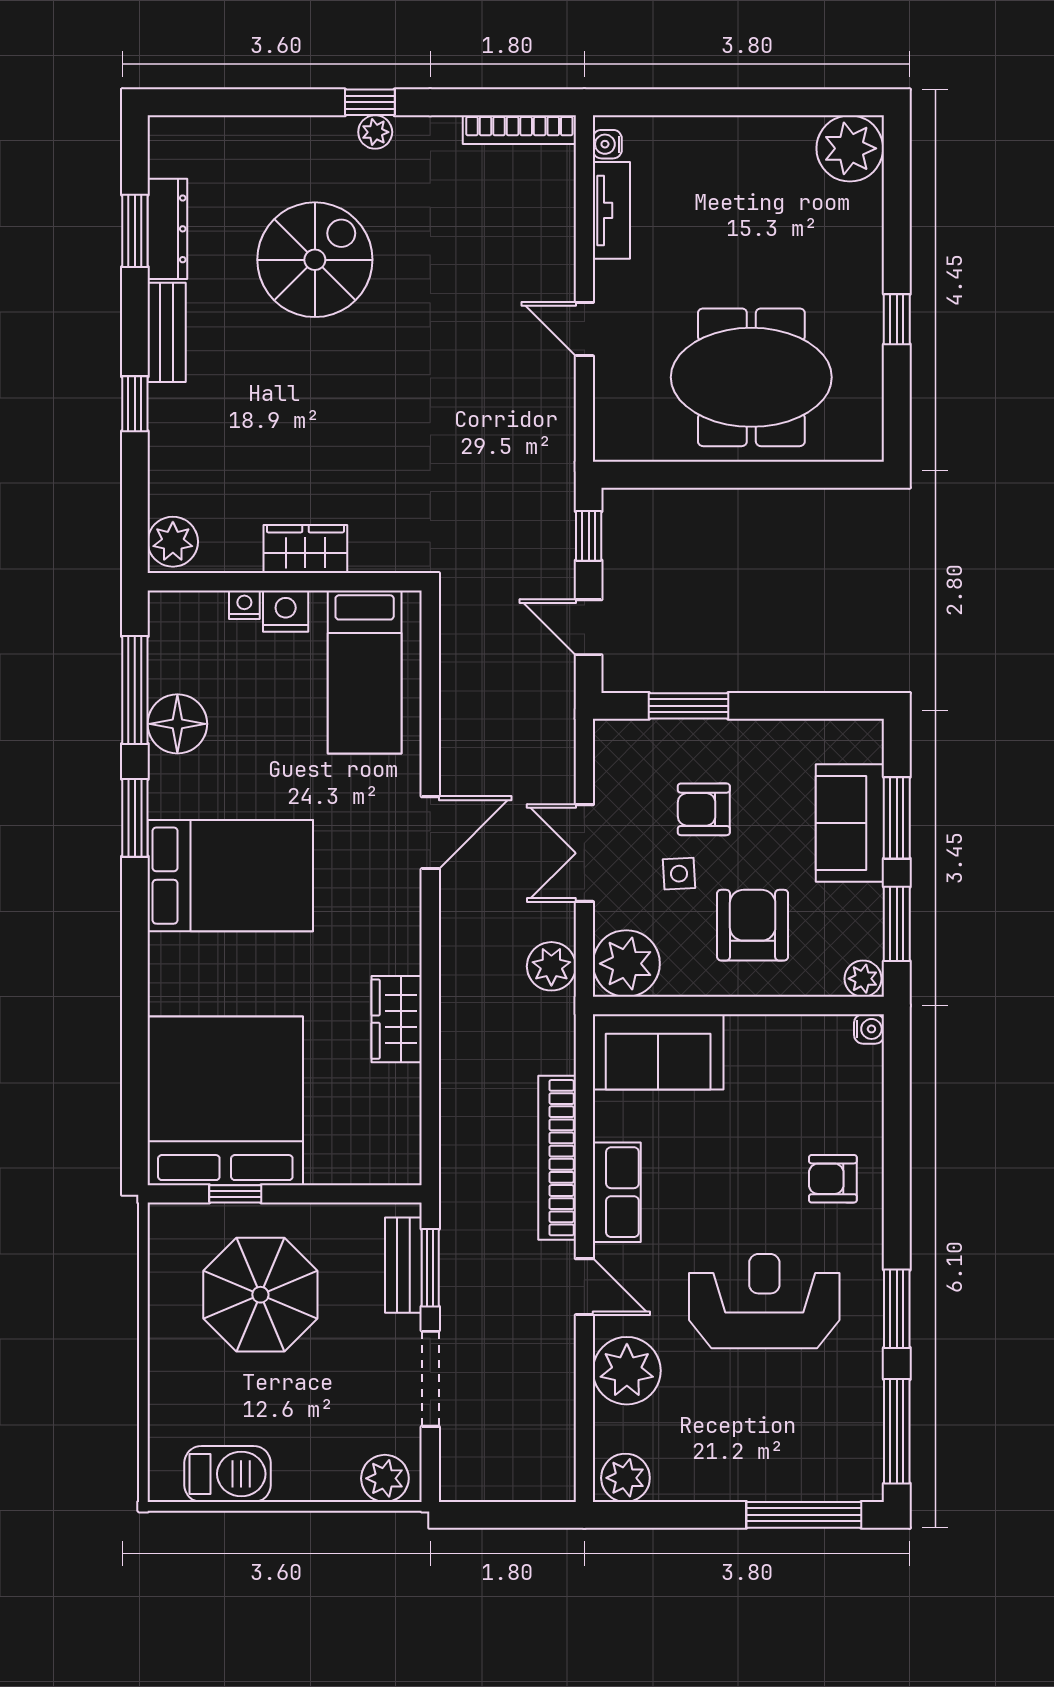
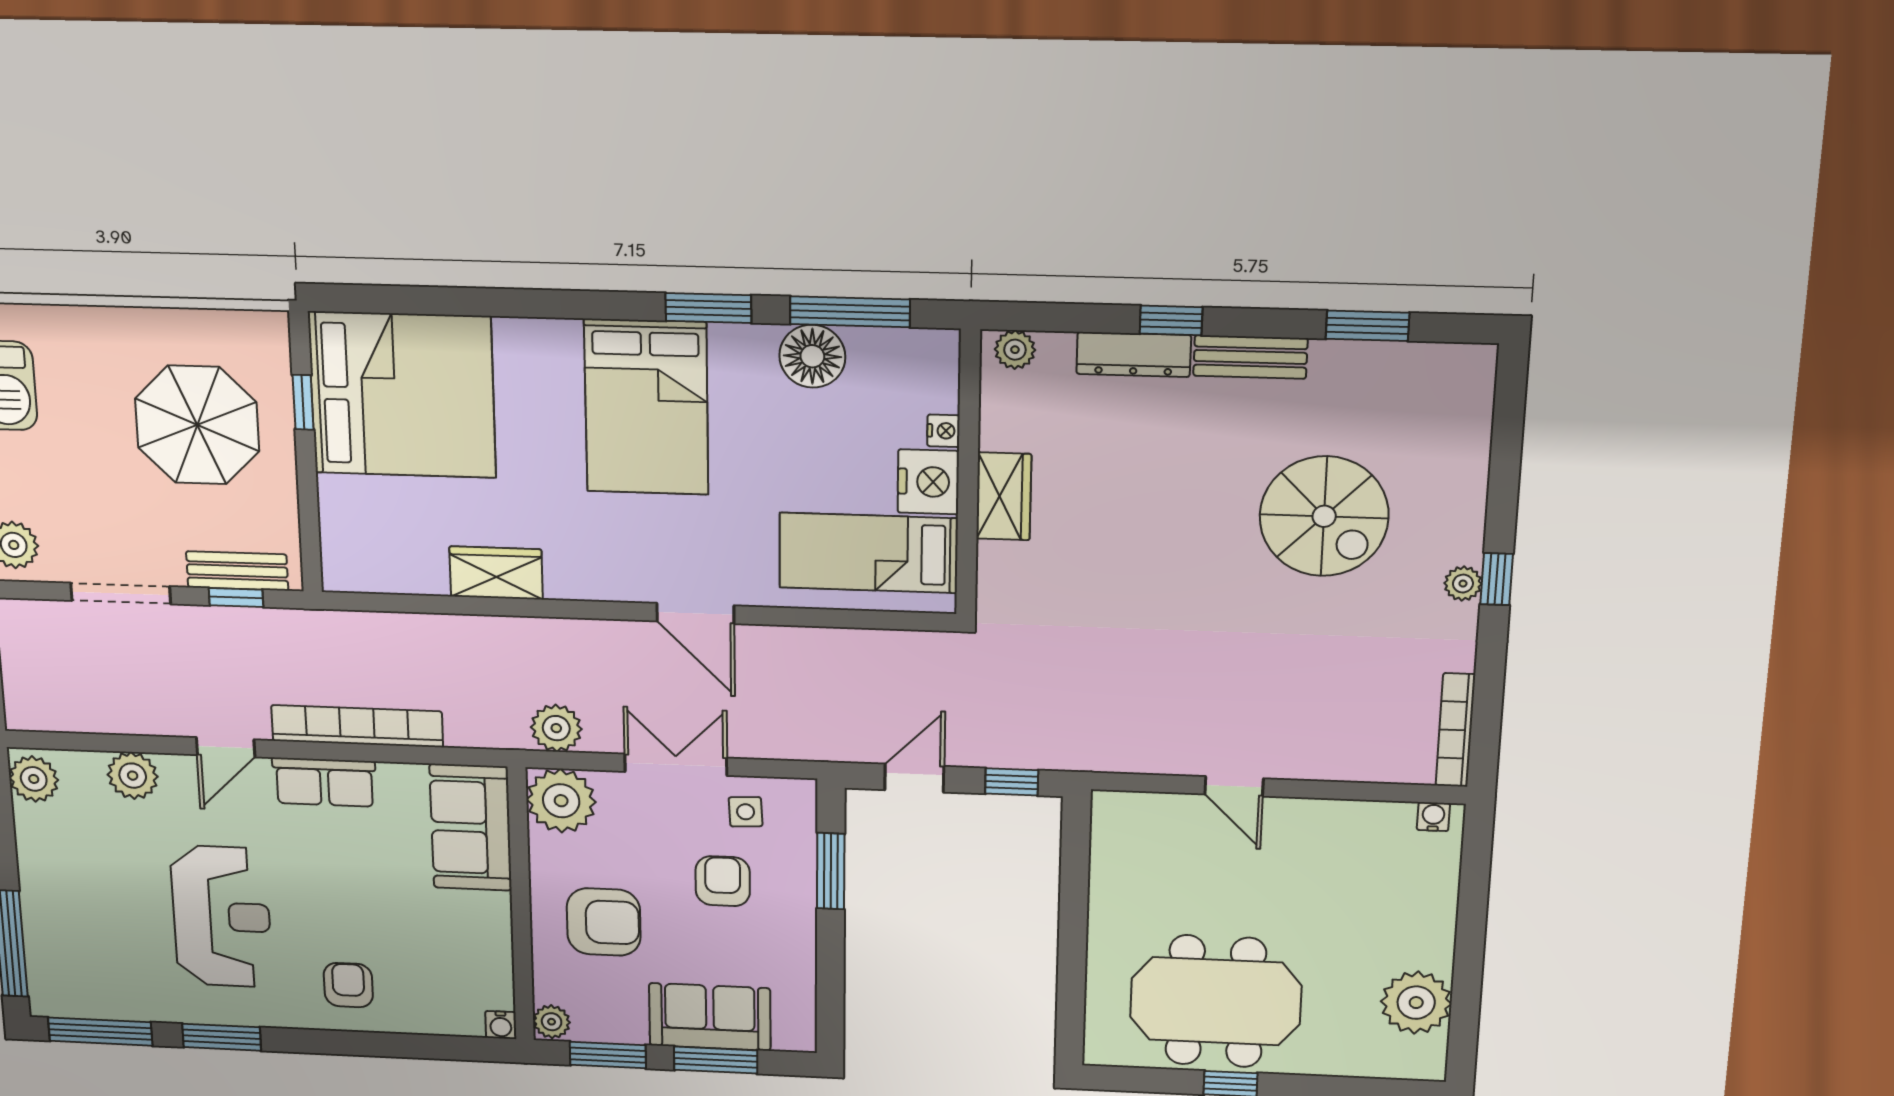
plant: (850, 148) -> (1416, 1003), moved
tv unit: (611, 210) -> (1361, 818), removed
dresser: (167, 229) -> (1134, 354), moved
door: (584, 329) -> (1234, 786), swing flipped
meeting table: (751, 377) -> (1216, 1001), moved, turned 90
plant: (173, 542) -> (1015, 350), width x0.73, depth x0.73
nightstand: (286, 611) -> (928, 482), width x1.36, depth x1.33
side table: (679, 874) -> (746, 812), moved
window: (430, 1268) -> (236, 598), width x0.67
plant: (627, 1371) -> (133, 776), width x0.73, depth x0.73

